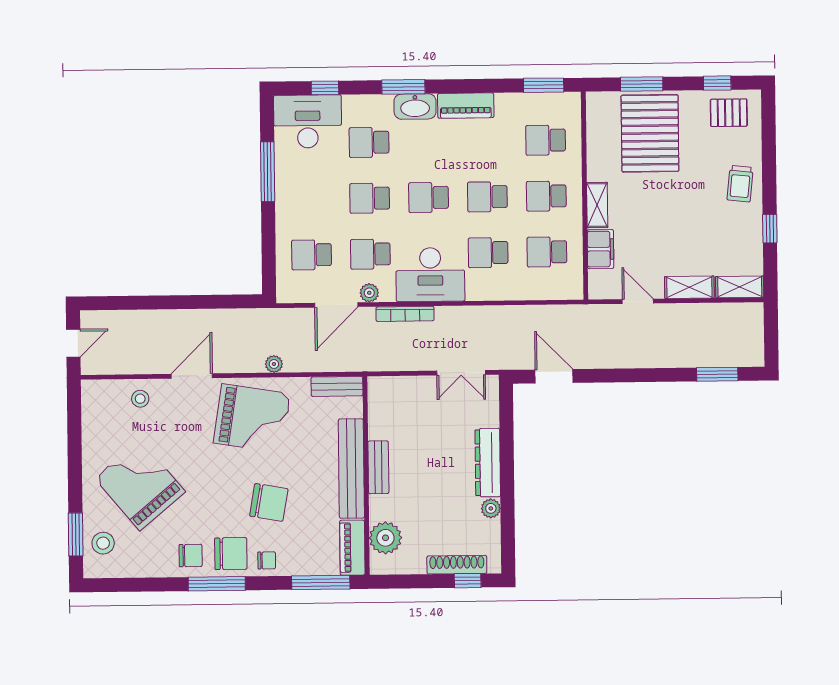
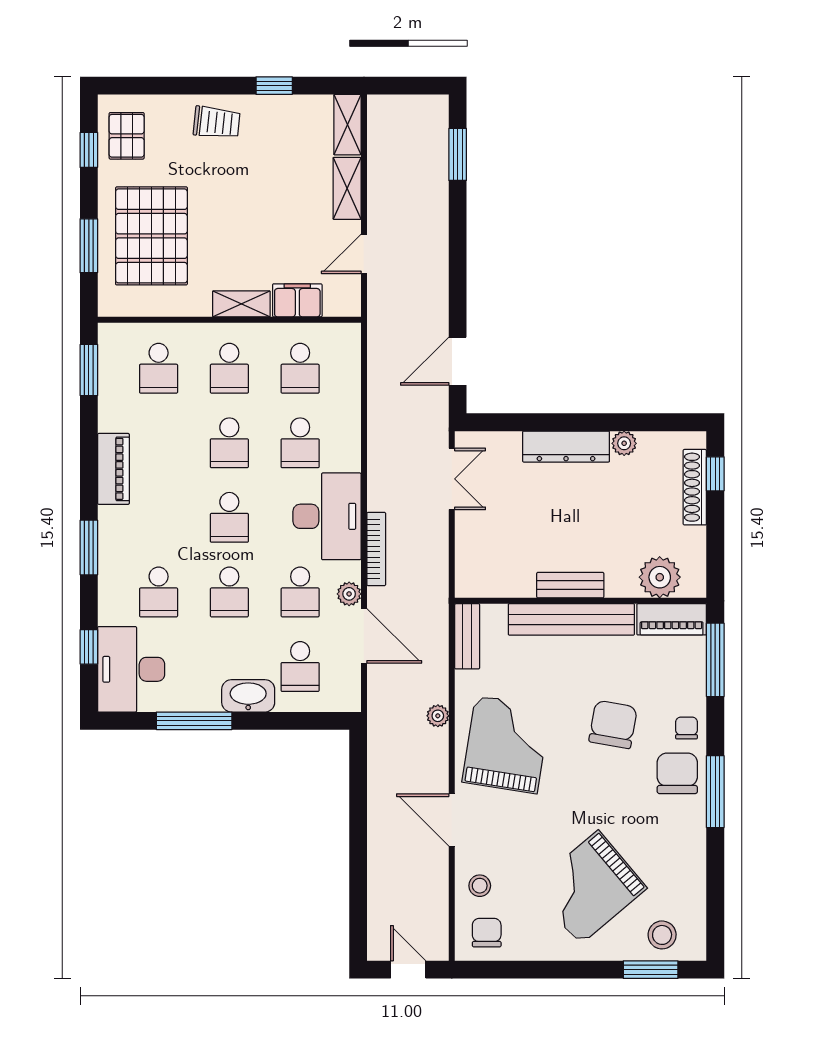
washbasin: (415, 106) -> (248, 696), moved, turned -90
pallet: (650, 133) -> (151, 236), turned 90
chair: (191, 556) -> (487, 933), moved

